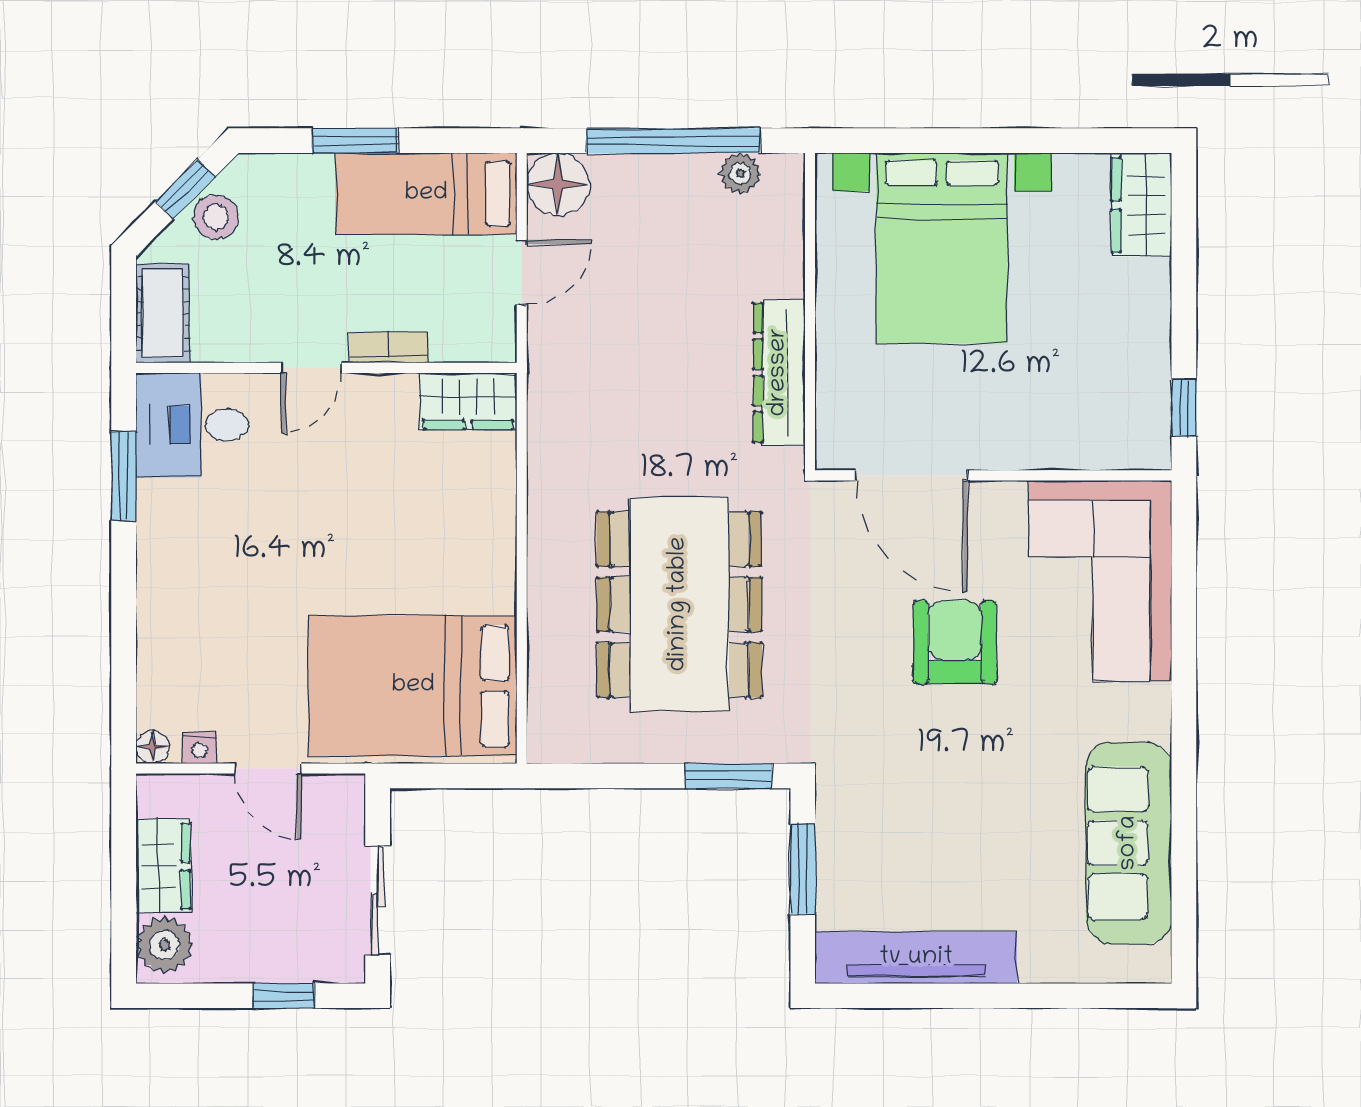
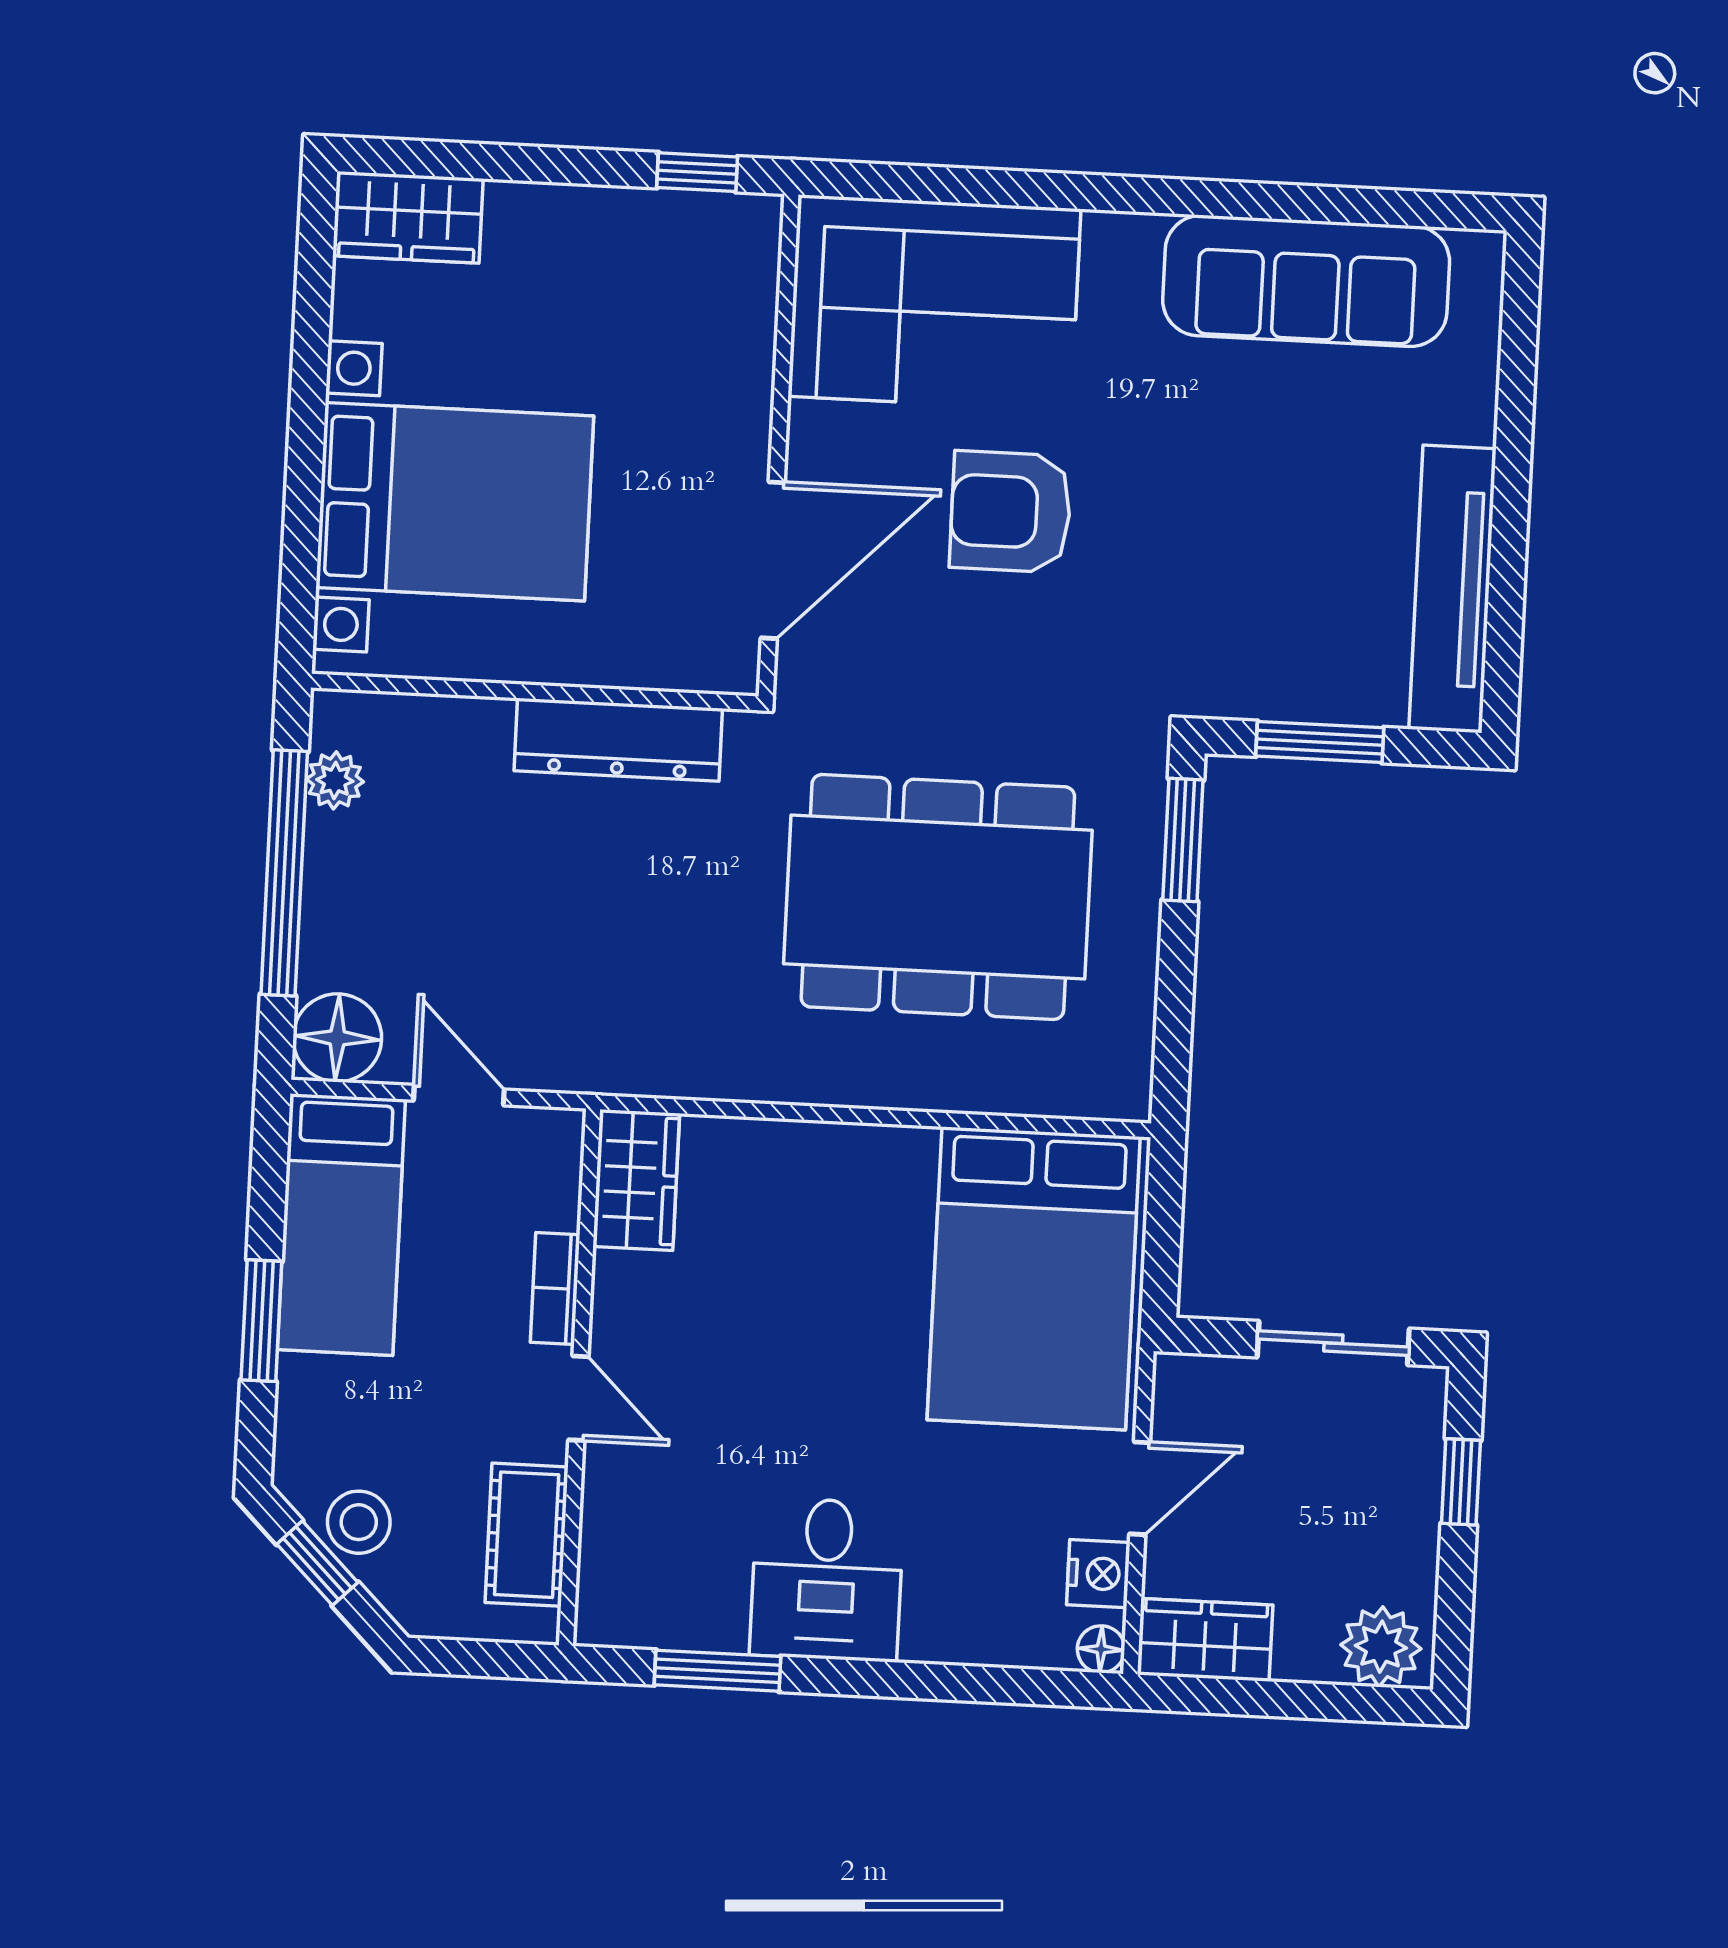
cot: (163, 313) -> (527, 1535), moved, turned 90
desk: (192, 425) -> (827, 1579), moved
nightstand: (199, 748) -> (1098, 1574), width x1.39, depth x1.35
wardrobe: (163, 866) -> (1205, 1640), moved

